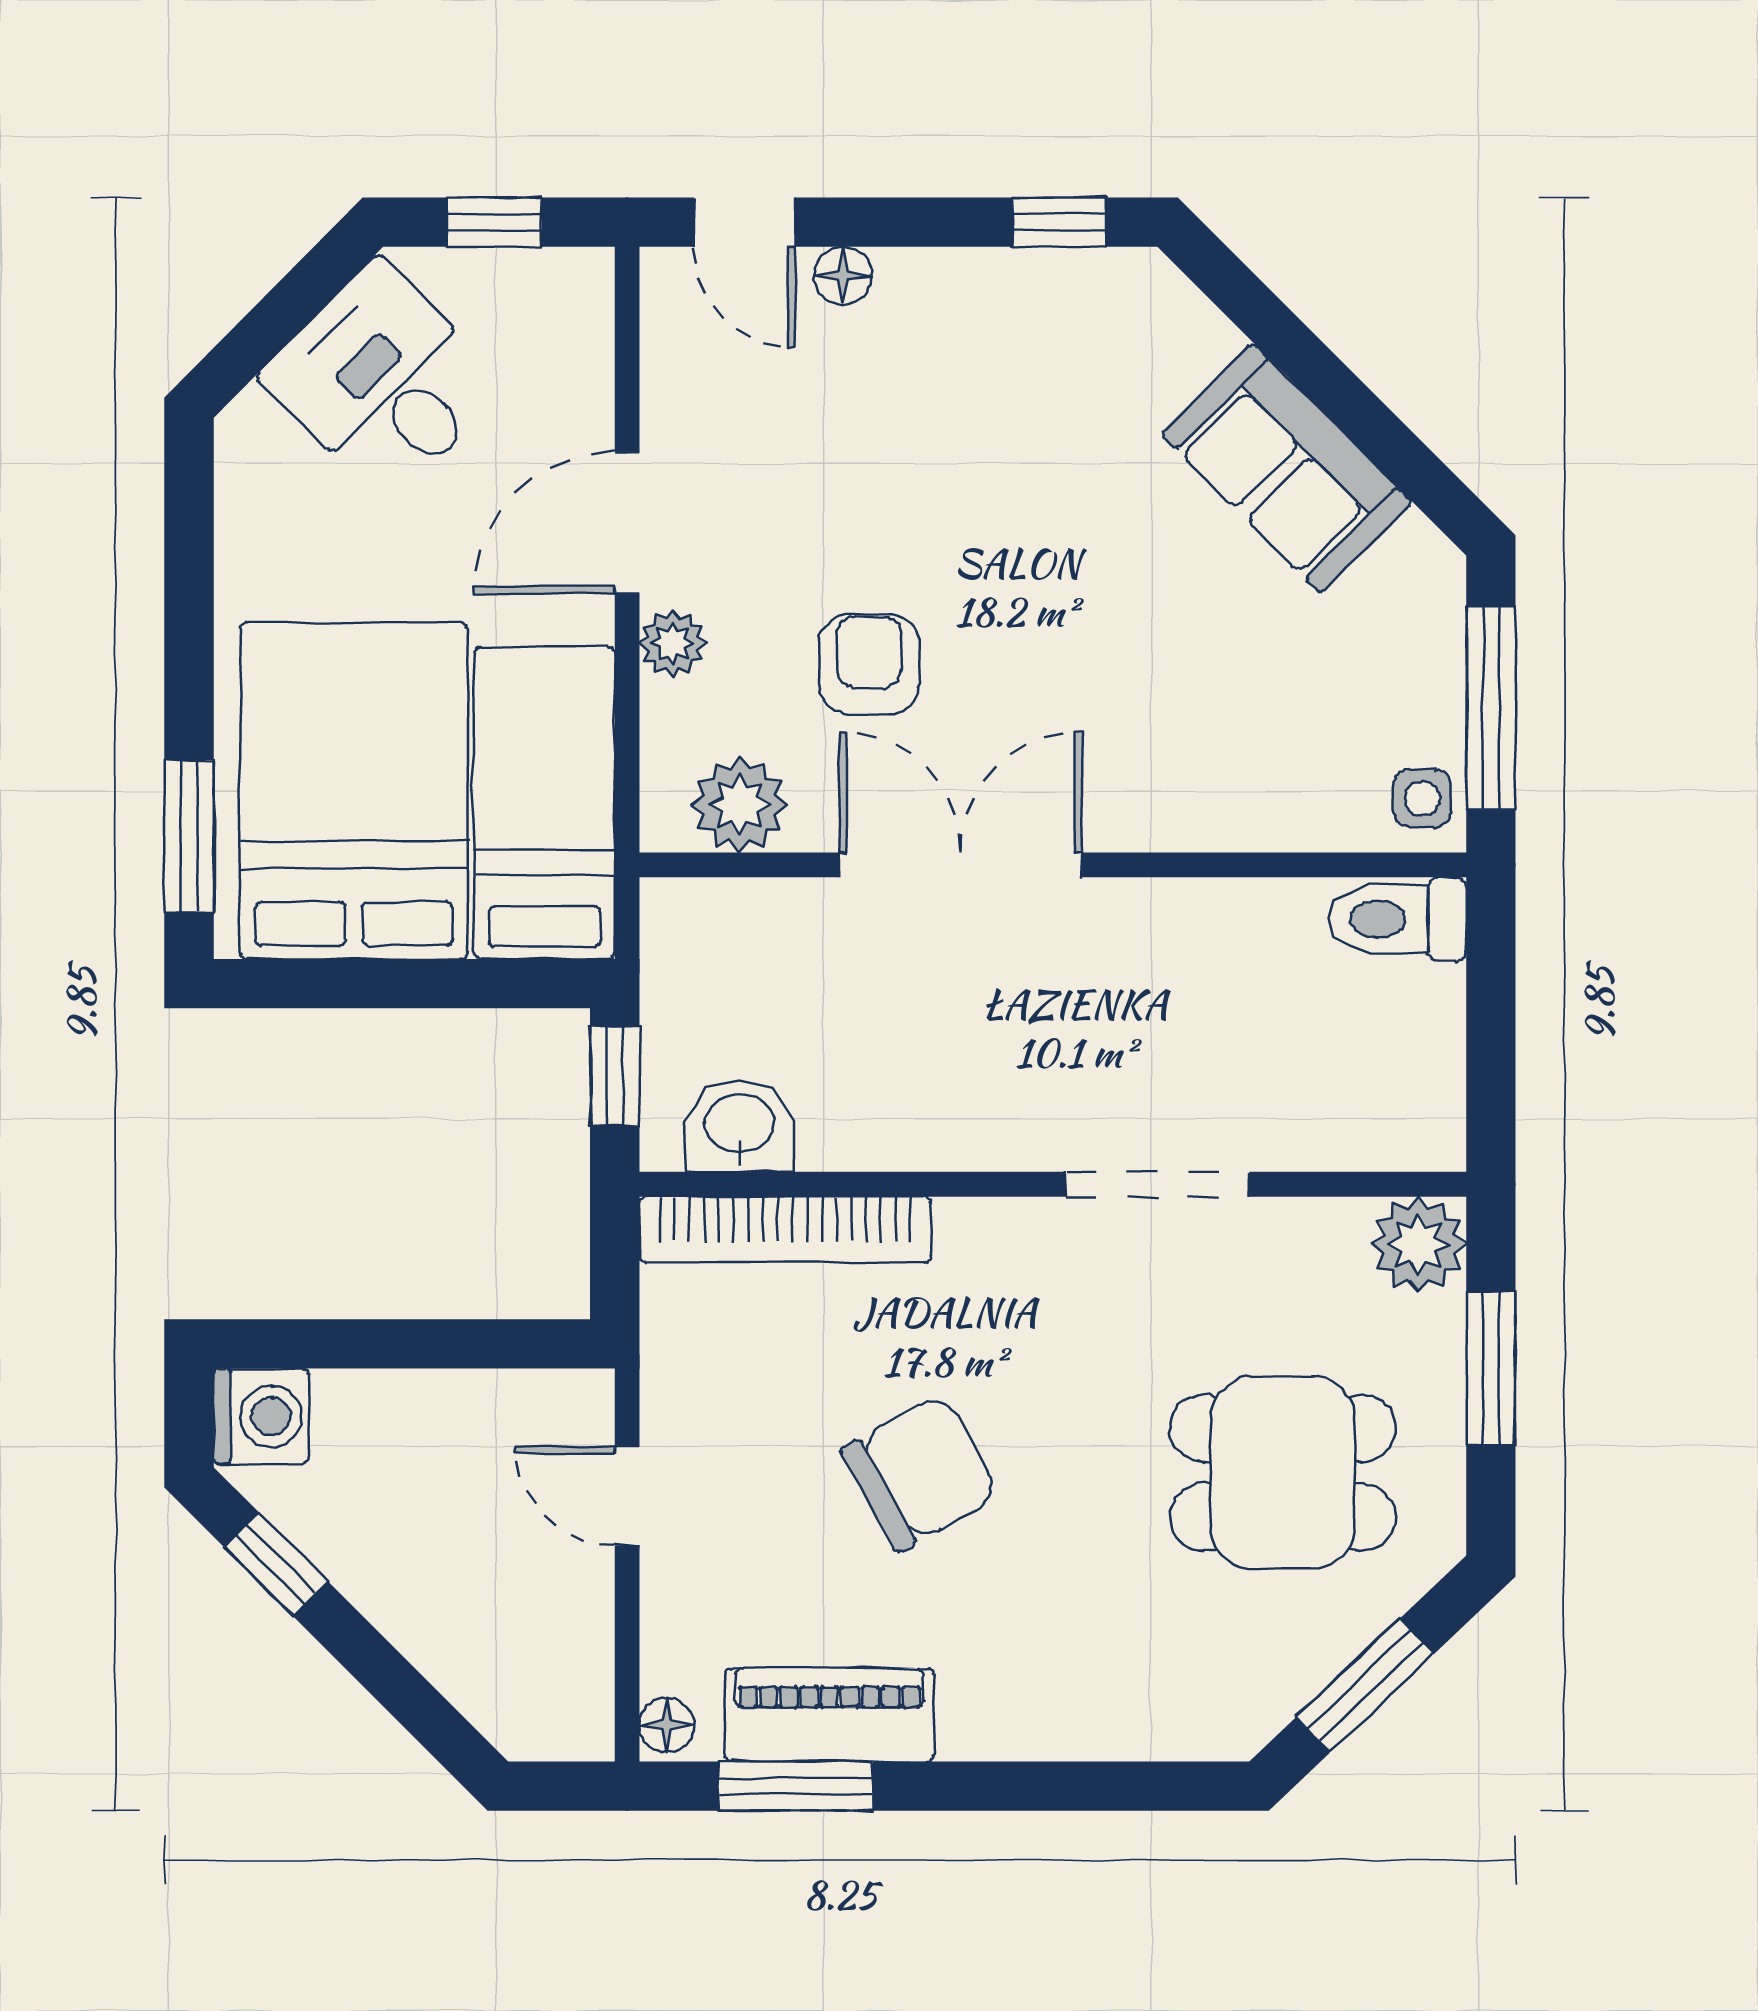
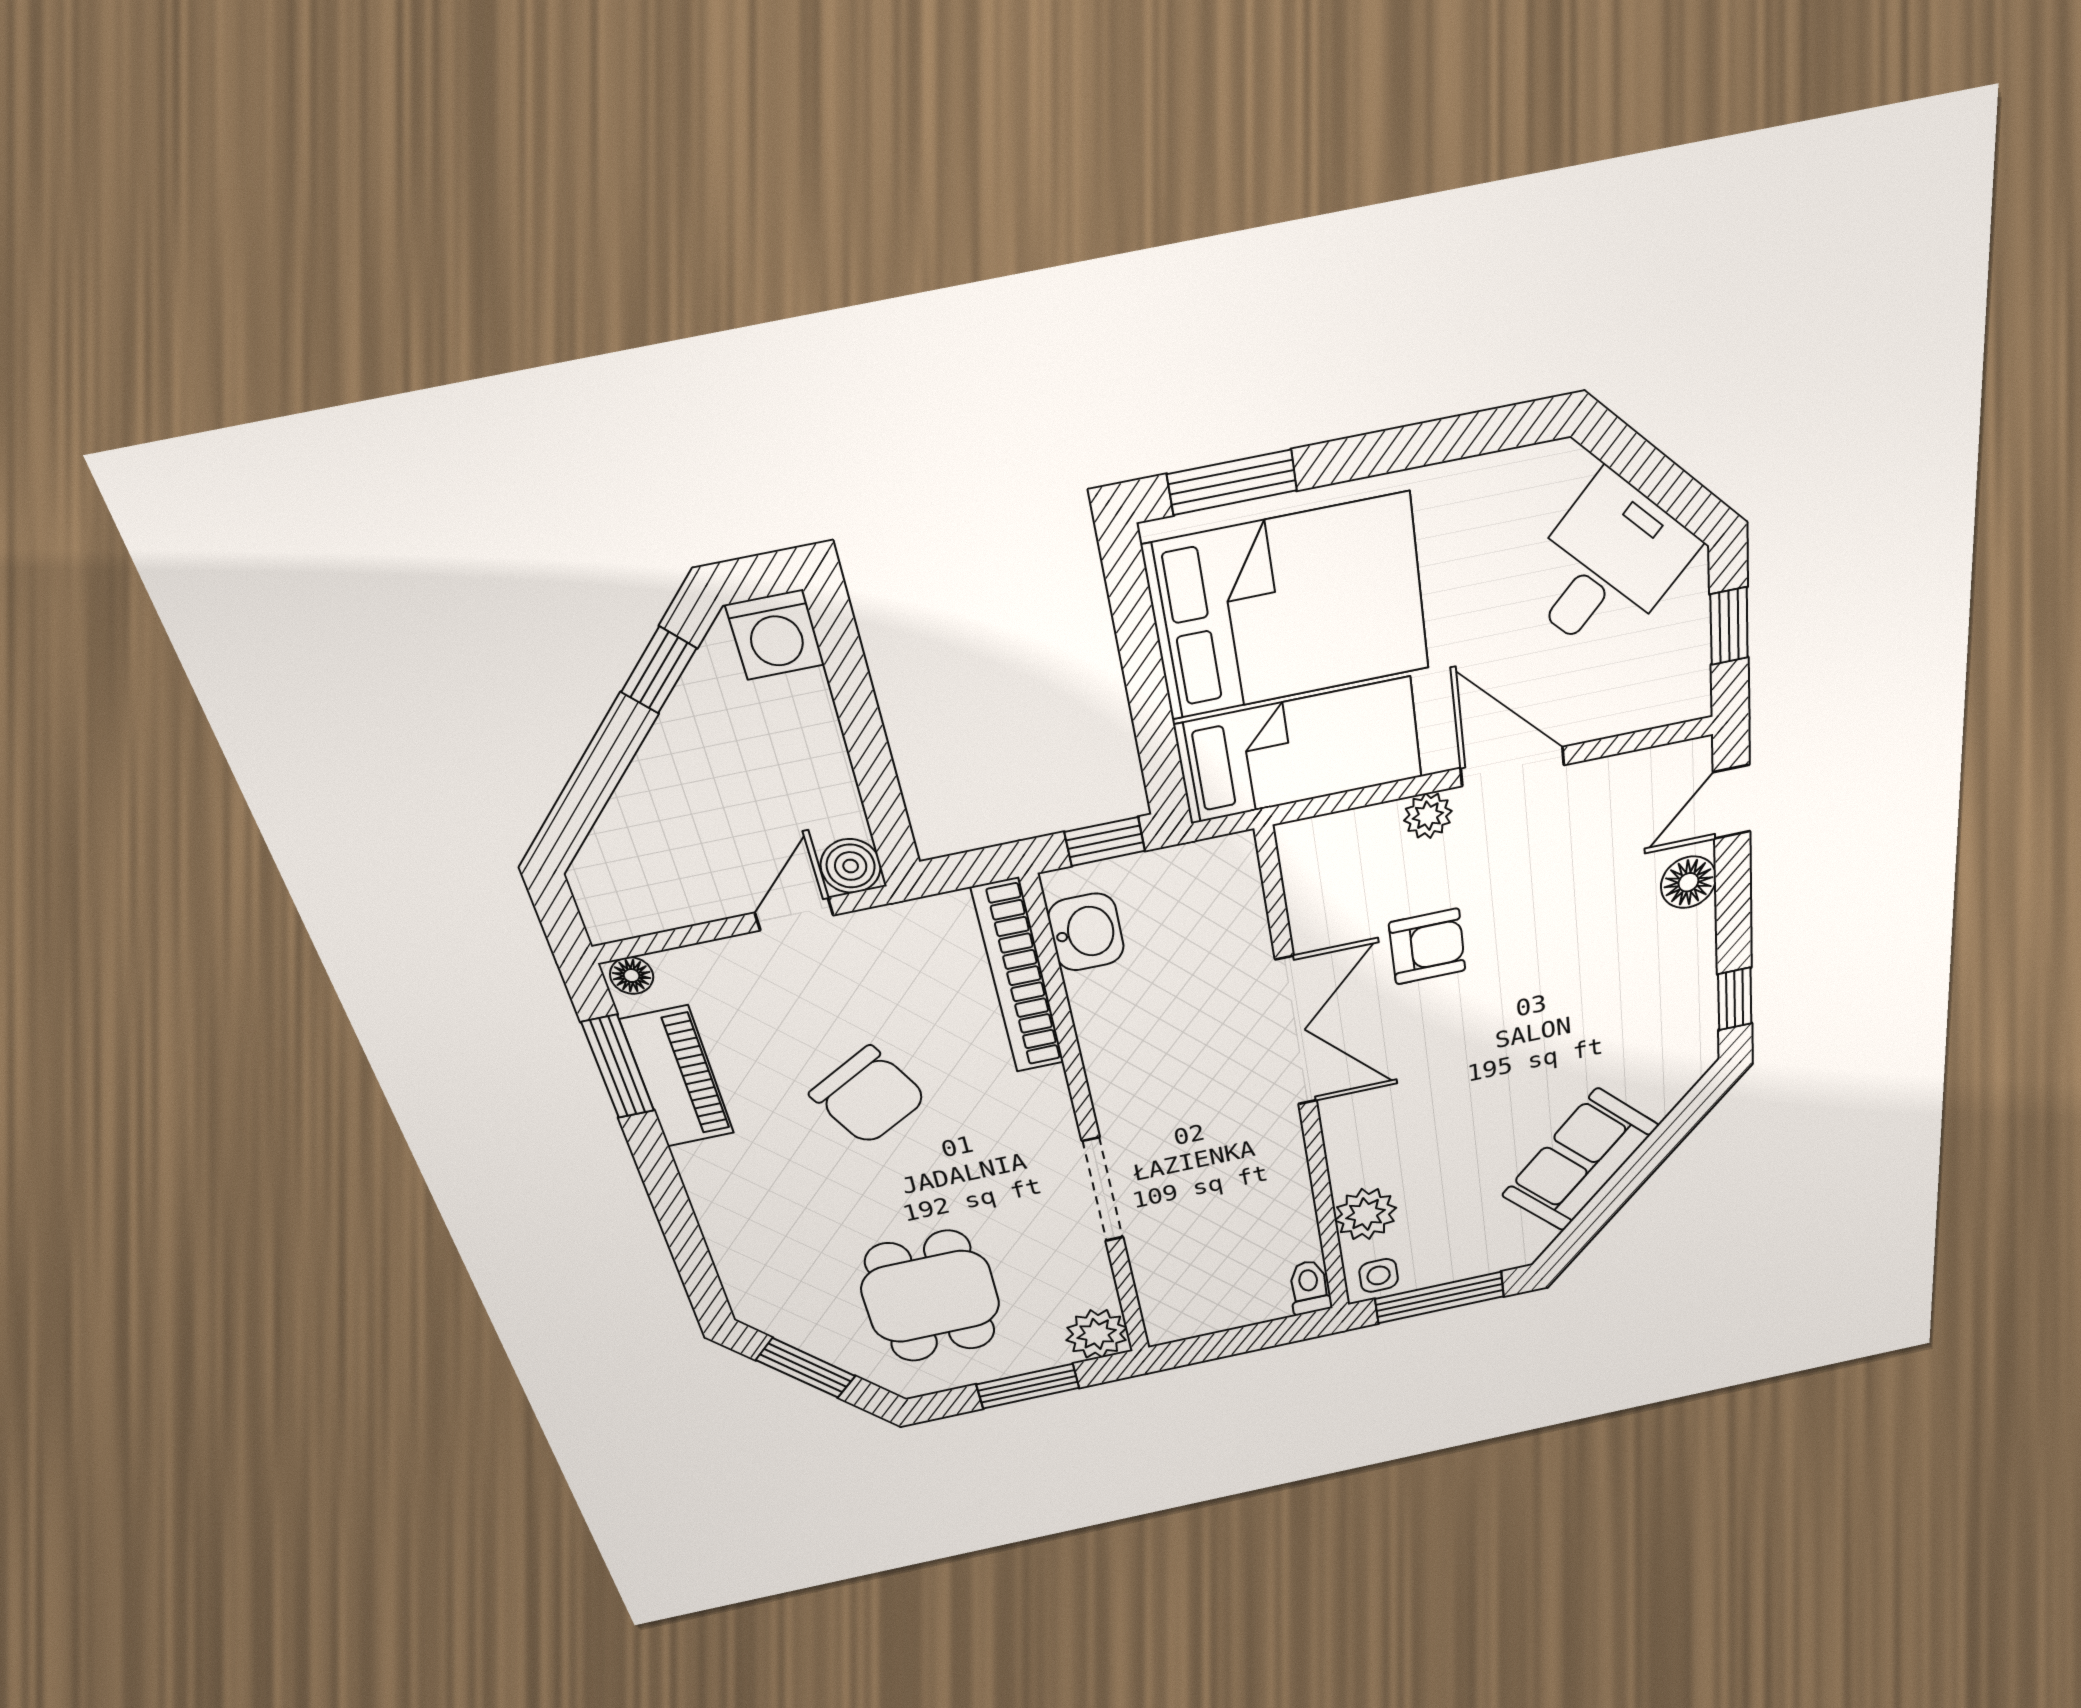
floor lamp: (843, 276) -> (1688, 882), width x1.37, depth x1.37
plant: (740, 805) -> (1366, 1214), moved
toilet: (1397, 919) -> (1309, 1287), width x0.73, depth x0.72
boiler: (577, 1407) -> (851, 866), added

